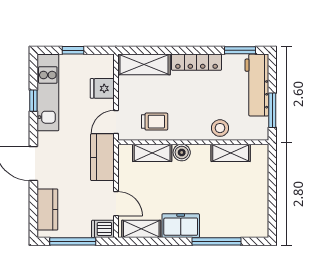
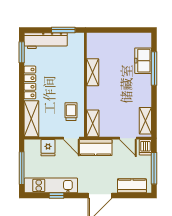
window: (73, 50) -> (22, 168), width x2.17
stool: (220, 128) -> (75, 66), removed
boiler: (182, 152) -> (92, 93), removed
shelving: (152, 153) -> (93, 123), moved
shelving: (231, 153) -> (93, 72), moved
door: (116, 204) -> (128, 138), swing flipped
freezer: (181, 226) -> (143, 61), moved

